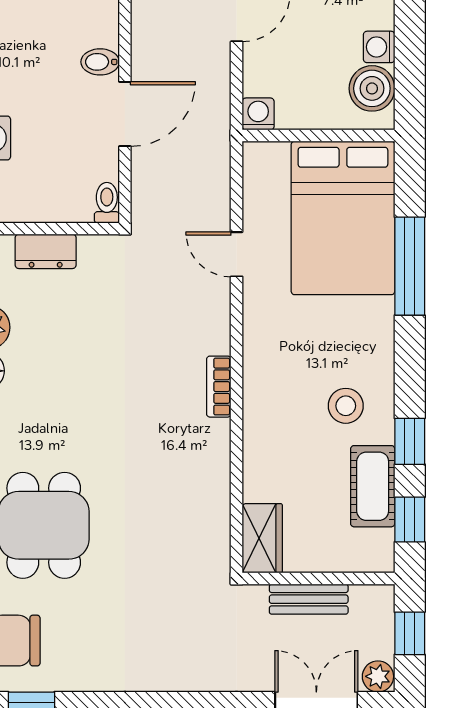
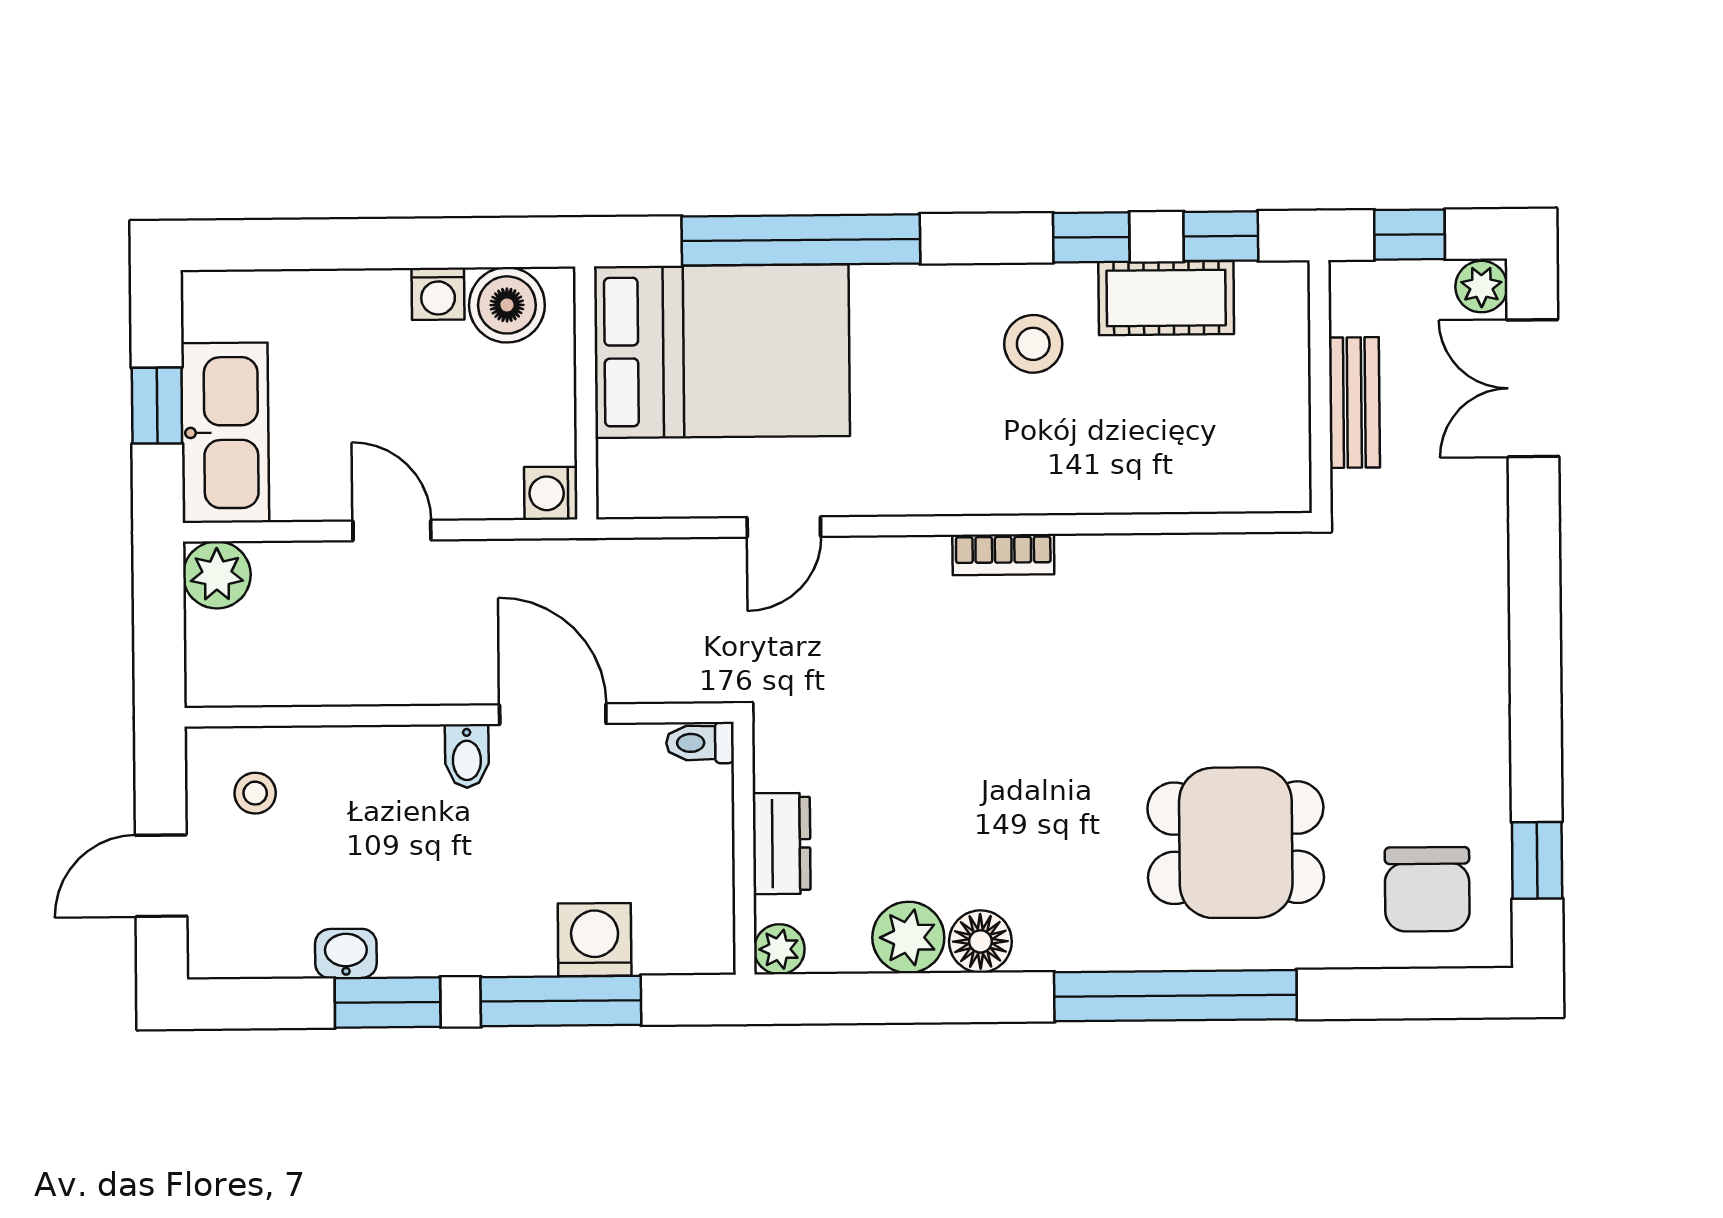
window: (410, 266) -> (801, 240), width x1.46
wardrobe: (262, 538) -> (1254, 480), removed

